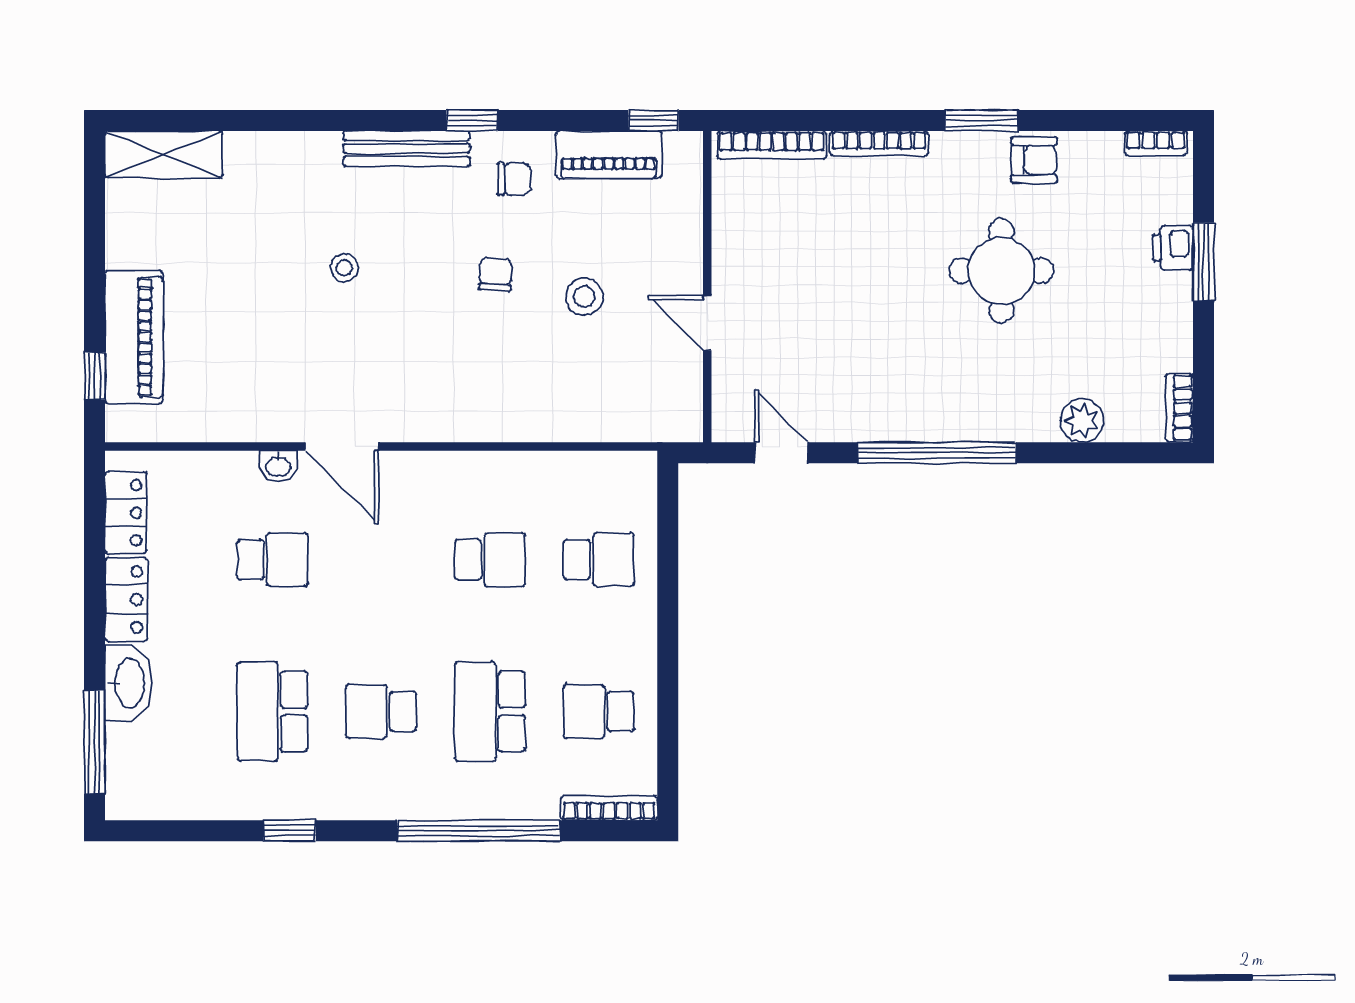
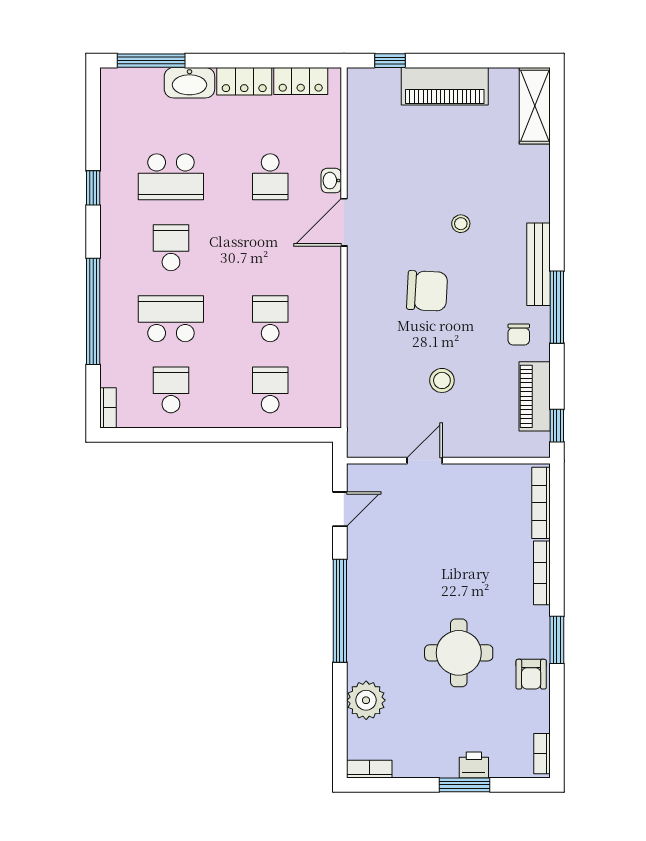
window: (472, 120) -> (557, 307), width x2.17
chair: (496, 274) -> (427, 291), moved, width x1.87, depth x1.87
piano: (134, 337) -> (445, 86), moved
plant: (1082, 421) -> (366, 700), width x1.36, depth x1.36
school desk: (490, 560) -> (270, 319), turned 180
school desk: (599, 560) -> (270, 390), turned 180
school desk: (272, 711) -> (171, 177), turned 180
bookcase: (609, 808) -> (108, 408), width x0.64

